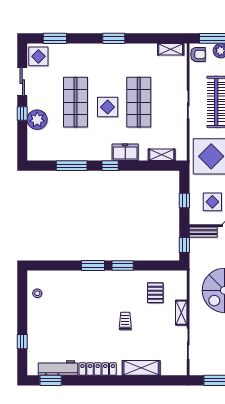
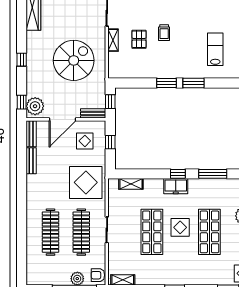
freezer: (125, 152) -> (176, 186), moved
pallet: (155, 293) -> (139, 39), moved
lab bench: (69, 303) -> (215, 49), added

